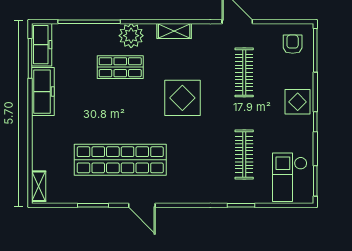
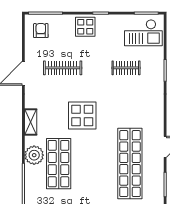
armchair: (293, 44) -> (41, 31), turned 90
shop shelf: (120, 67) -> (59, 164), width x1.43, depth x1.36
clothes rail: (244, 155) -> (126, 68), width x0.73

